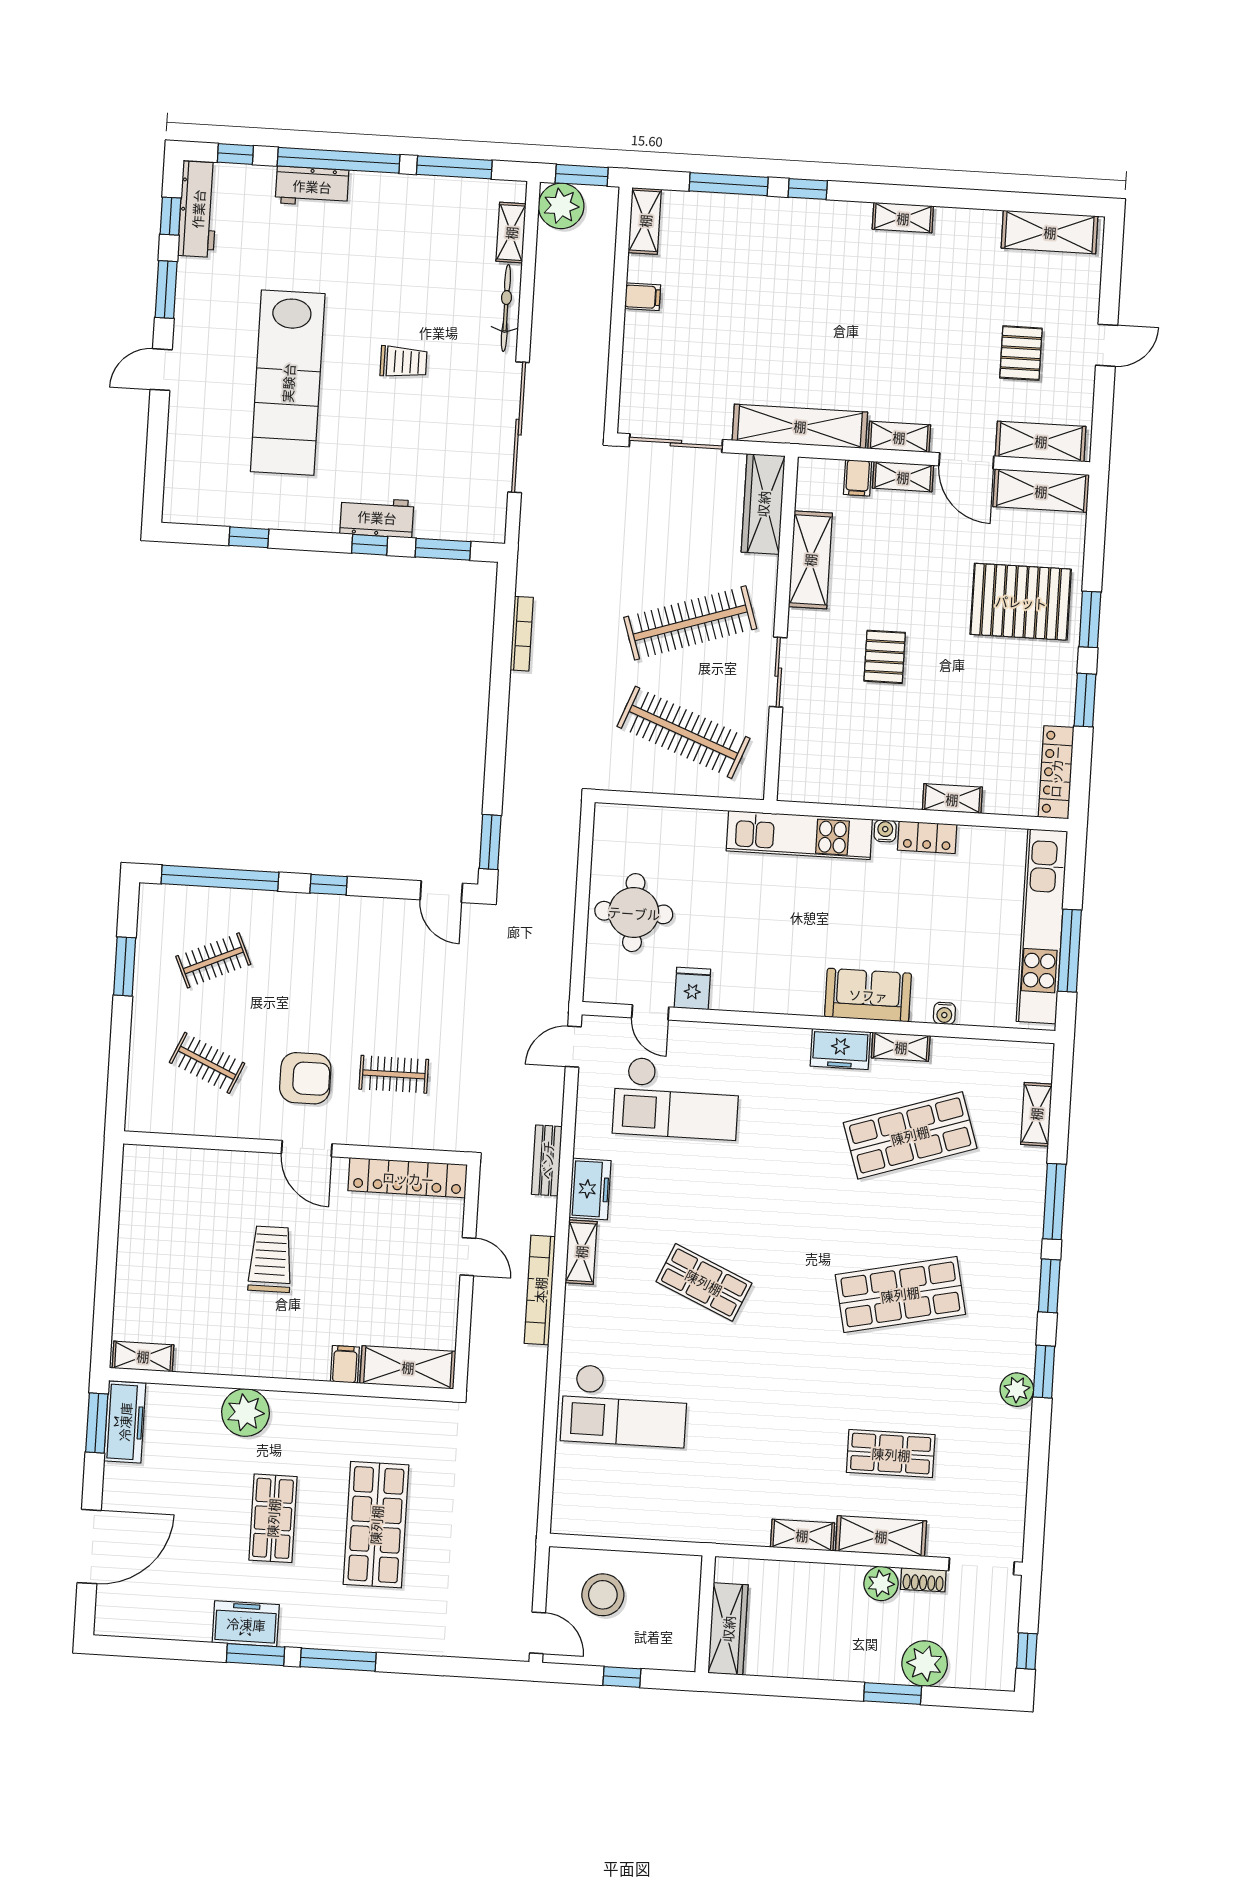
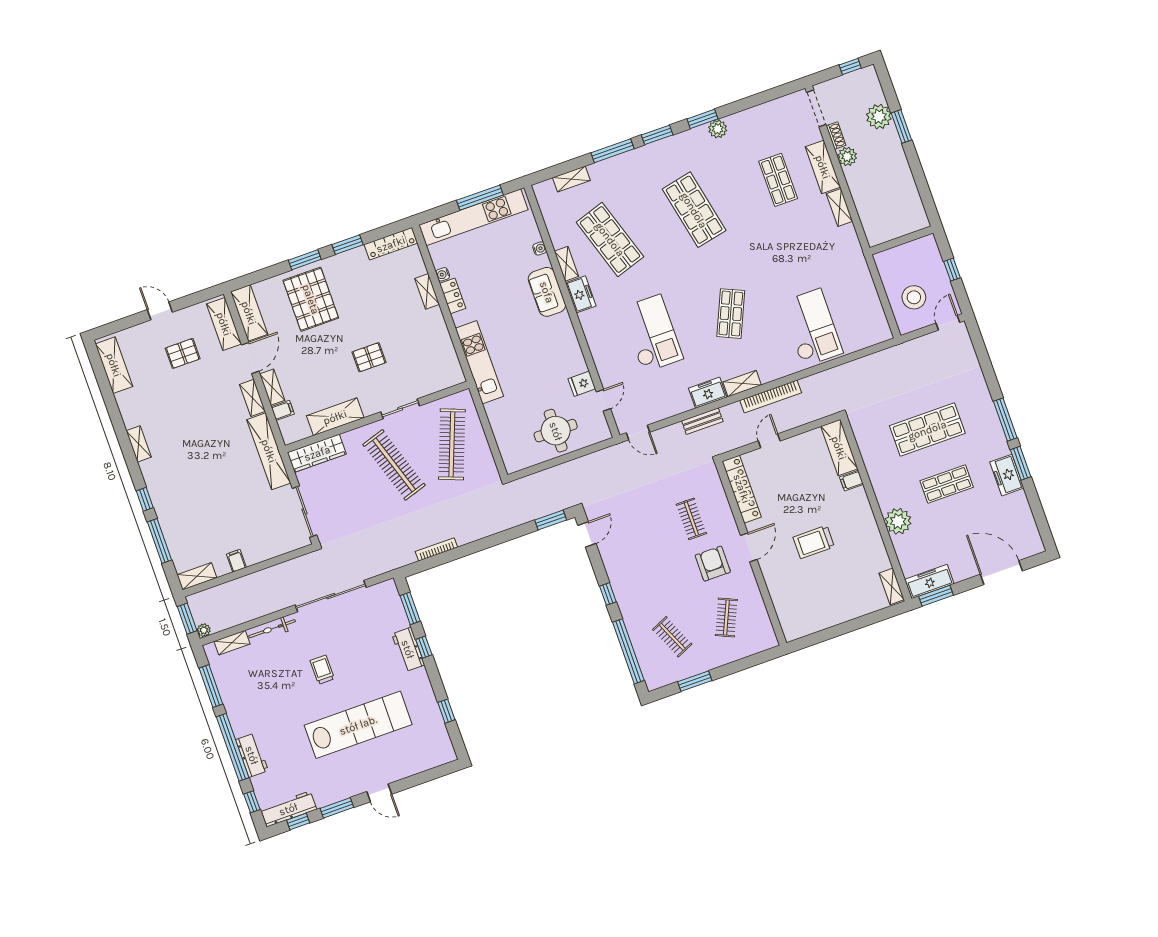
plant: (561, 206) -> (204, 630), width x0.53, depth x0.53
water cooler: (885, 831) -> (443, 274), moved
checkout: (676, 1098) -> (652, 333), moved
wardrobe: (728, 1629) -> (904, 225), removed

